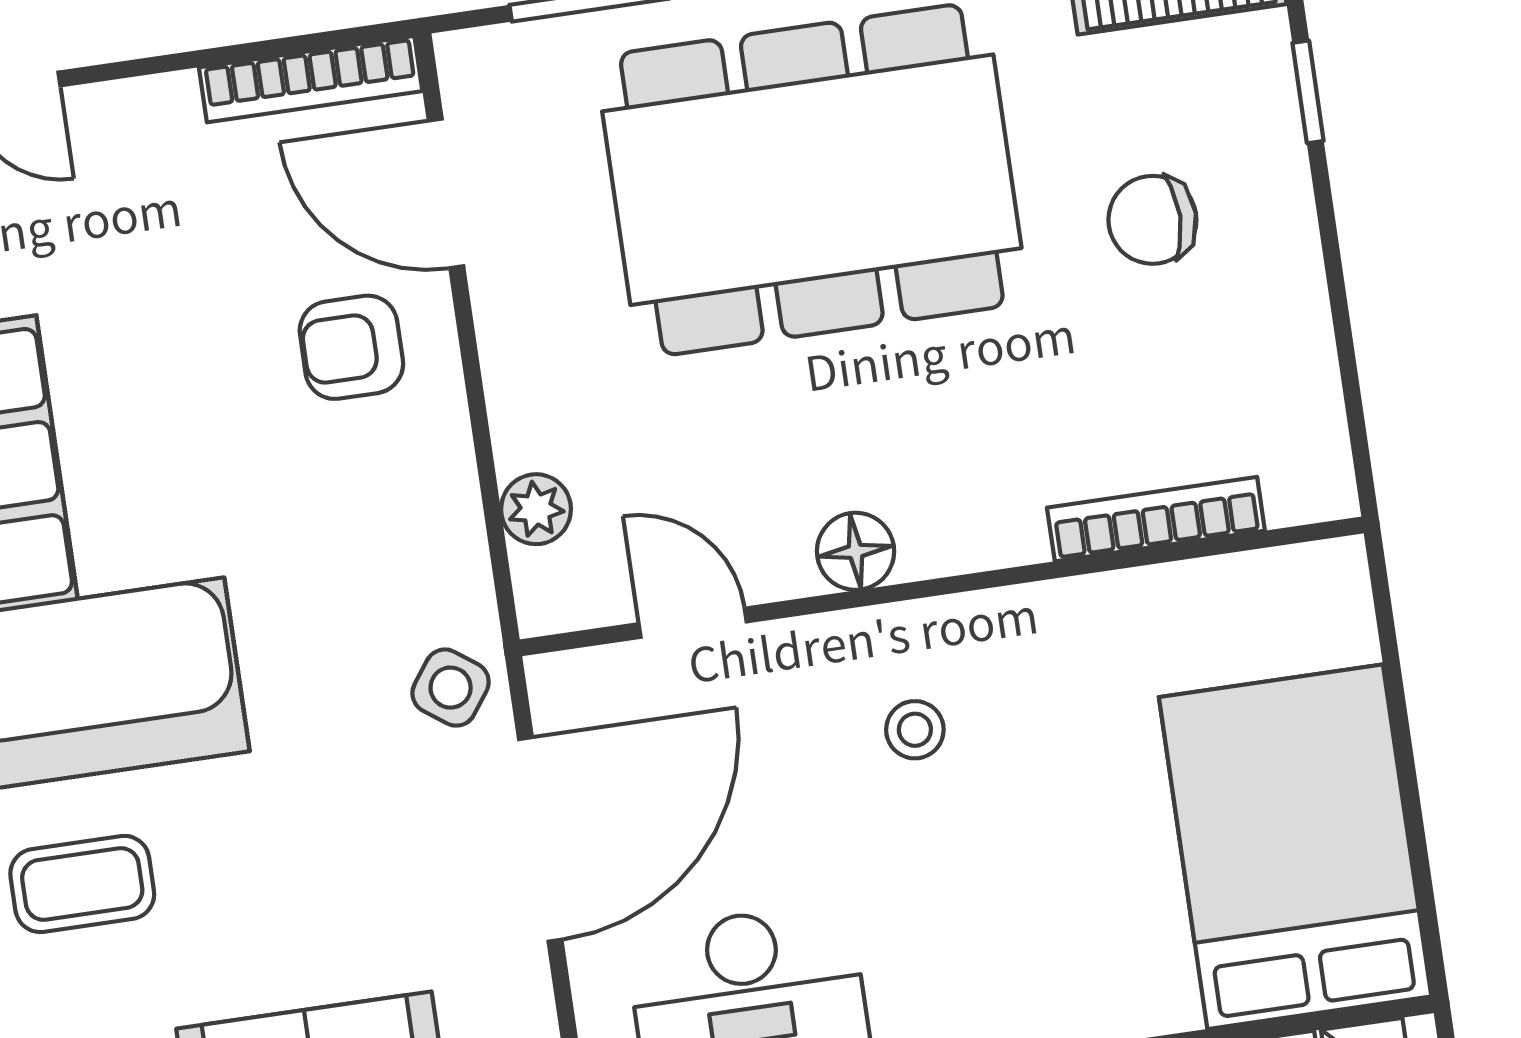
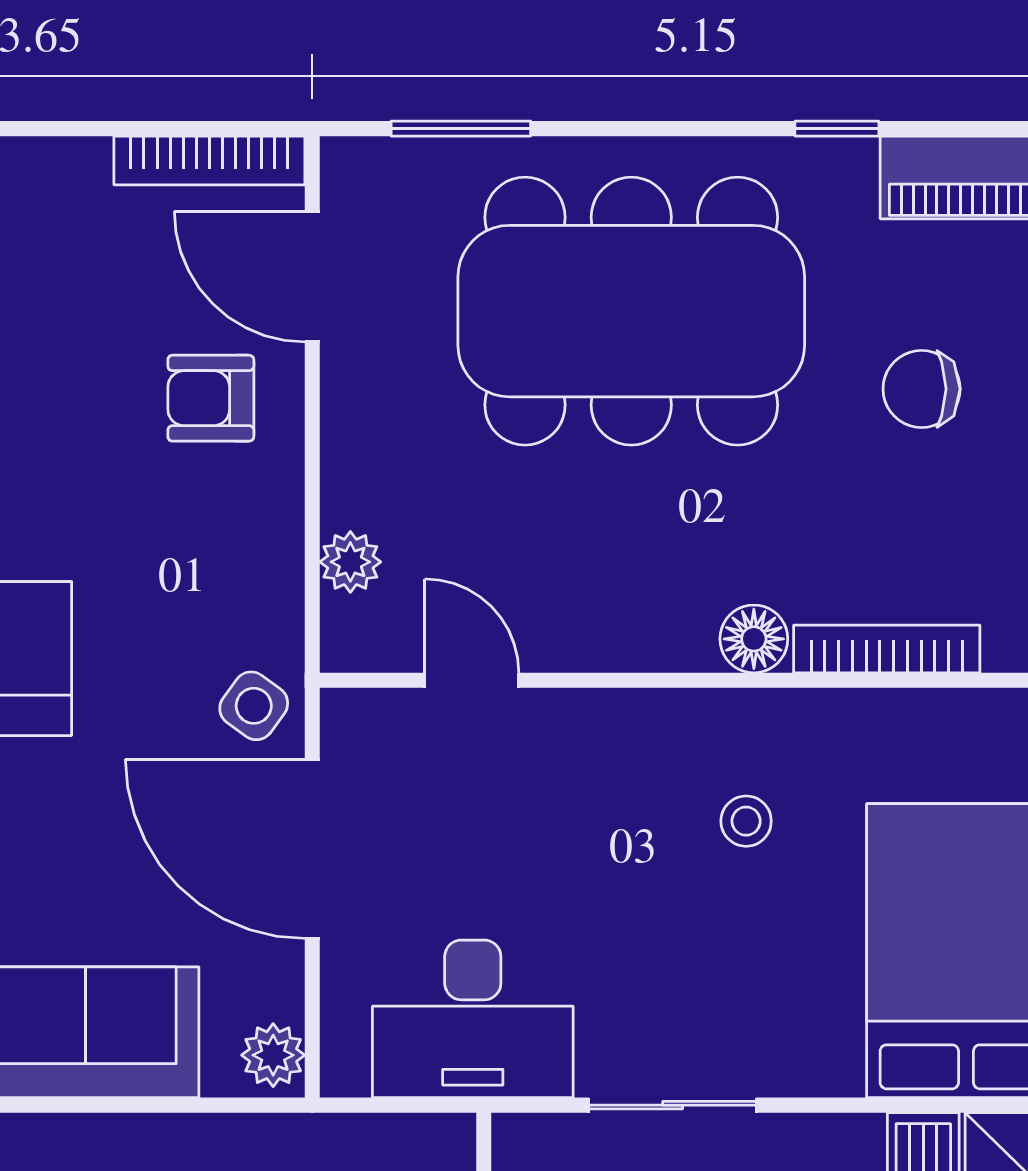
floor lamp: (856, 551) -> (754, 639), moved
stool: (915, 730) -> (746, 821), moved
door: (540, 839) -> (312, 849), swing flipped

